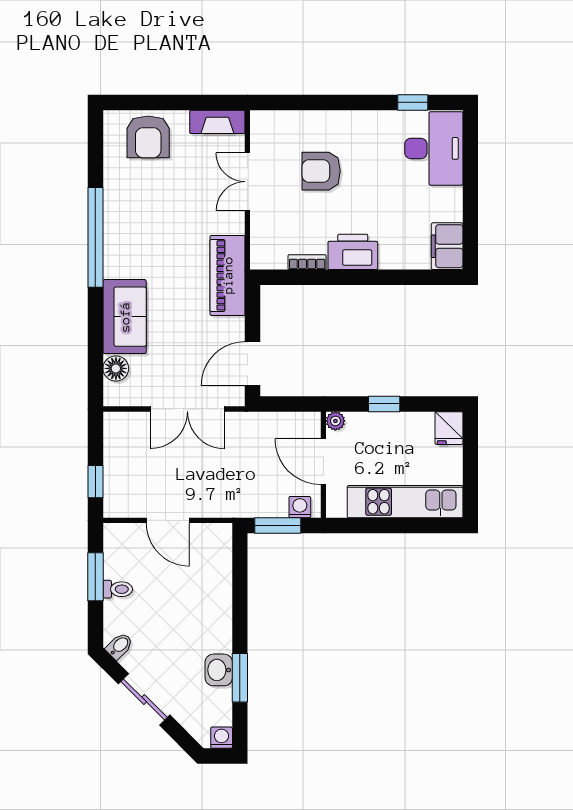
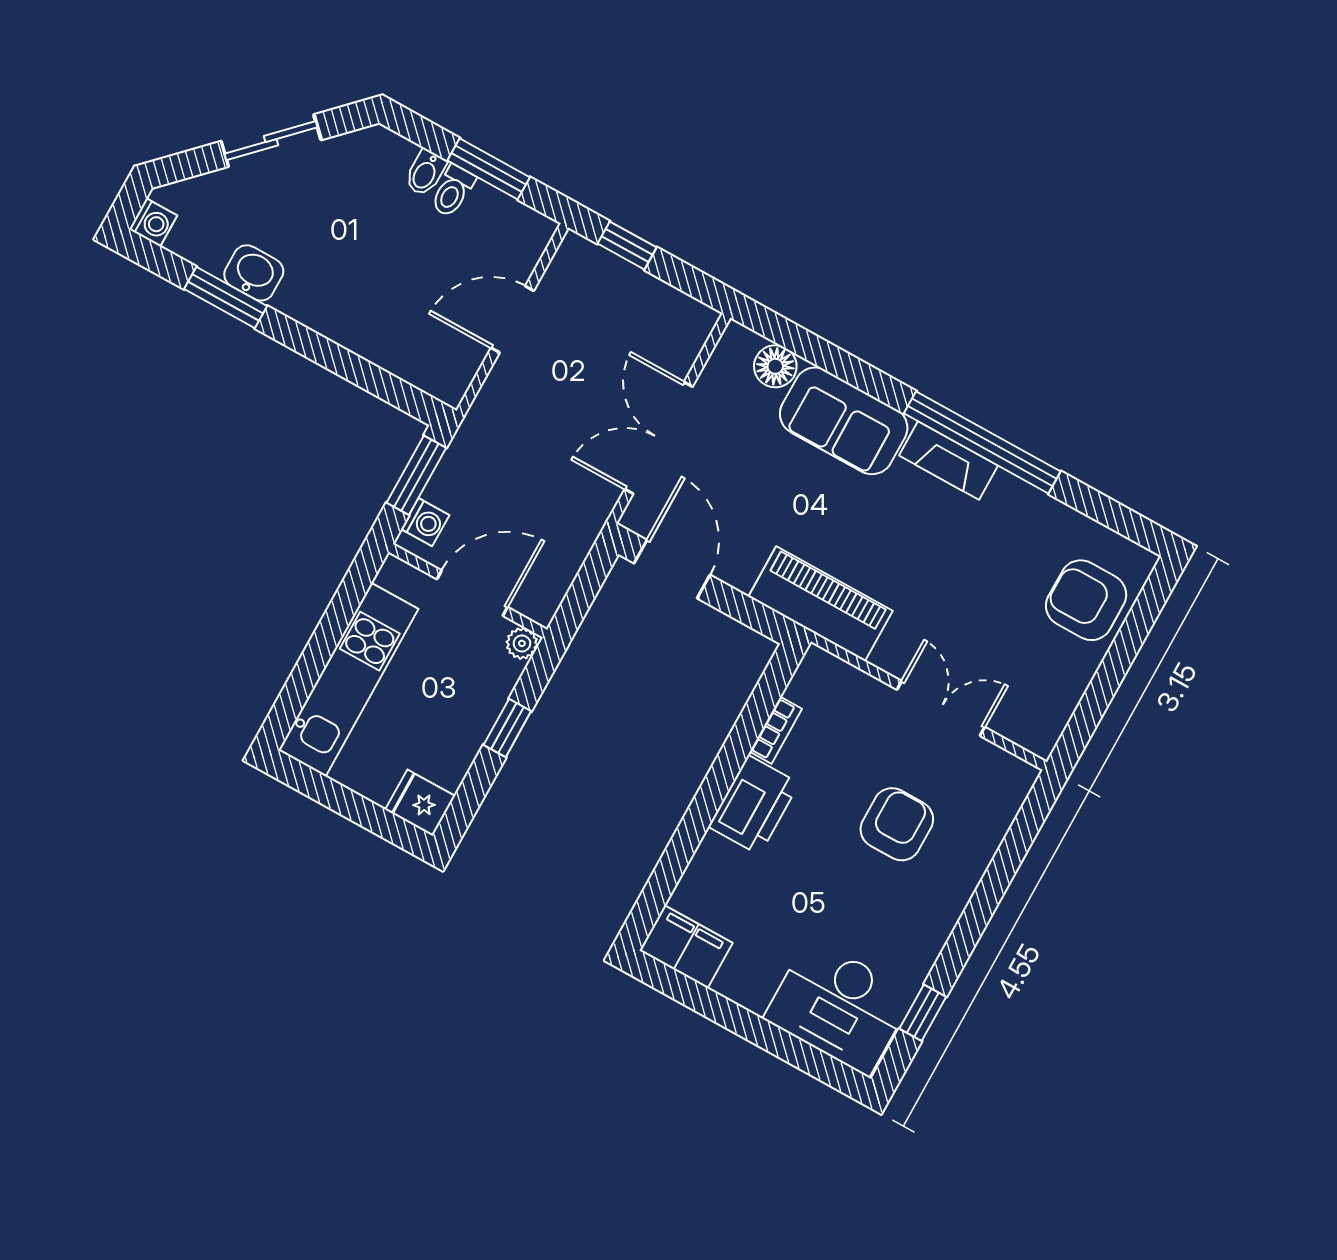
fireplace: (217, 122) -> (949, 461), moved, turned -90
bidet: (119, 646) -> (425, 173), moved, turned 45

